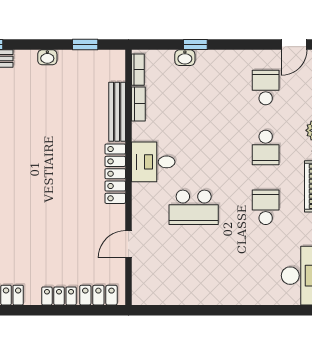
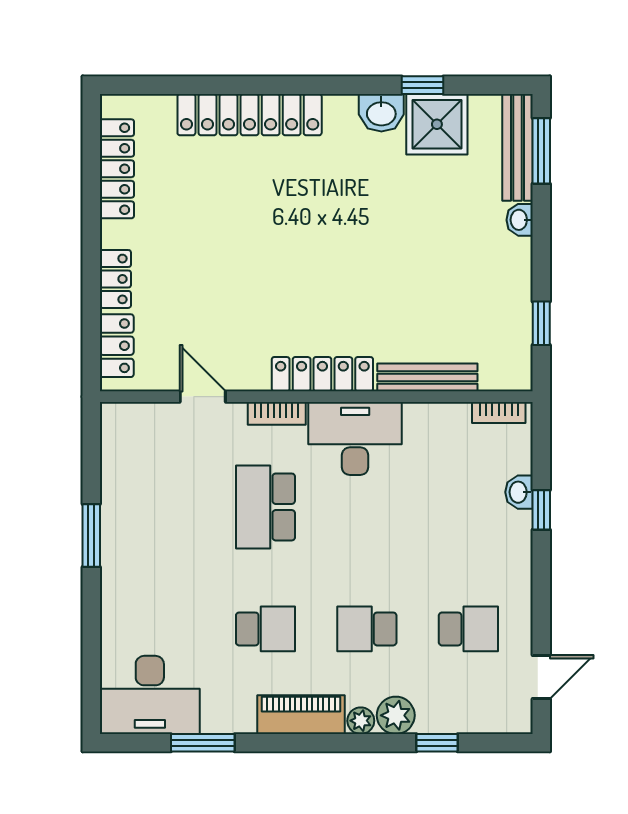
door: (294, 45) -> (541, 677), swing flipped
washbasin: (47, 57) -> (520, 220), moved
bookcase: (138, 104) -> (277, 413), moved
desk: (153, 162) -> (355, 438), width x1.37
window: (210, 310) -> (91, 536), added

